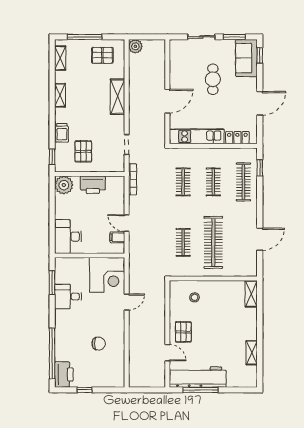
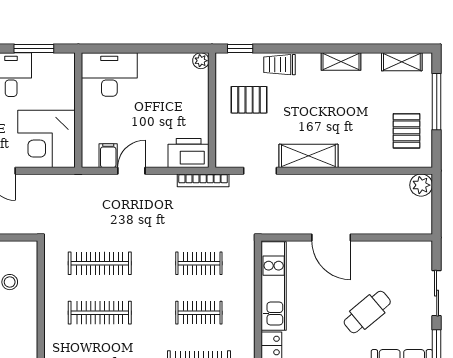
cafe table: (213, 79) -> (367, 312), turned -40
shelving: (118, 97) -> (308, 156), moved
plant: (64, 185) -> (201, 61), width x0.53, depth x0.53
printer: (93, 185) -> (189, 153), moved, turned 90
clothes rail: (183, 242) -> (100, 263), width x1.36
clothes rail: (213, 242) -> (100, 313), width x0.73, depth x0.76

